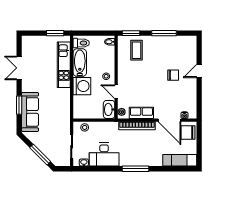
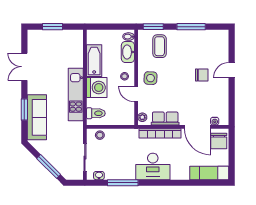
window: (55, 33) -> (52, 27), moved
toilet: (81, 43) -> (96, 113), moved
kitchen unit: (64, 65) -> (76, 95), moved
side table: (129, 78) -> (151, 78), added
washbasin: (109, 109) -> (128, 52), moved
chair: (188, 132) -> (219, 141), turned -90
desk: (104, 155) -> (153, 166), moved
window: (135, 169) -> (123, 183), moved

